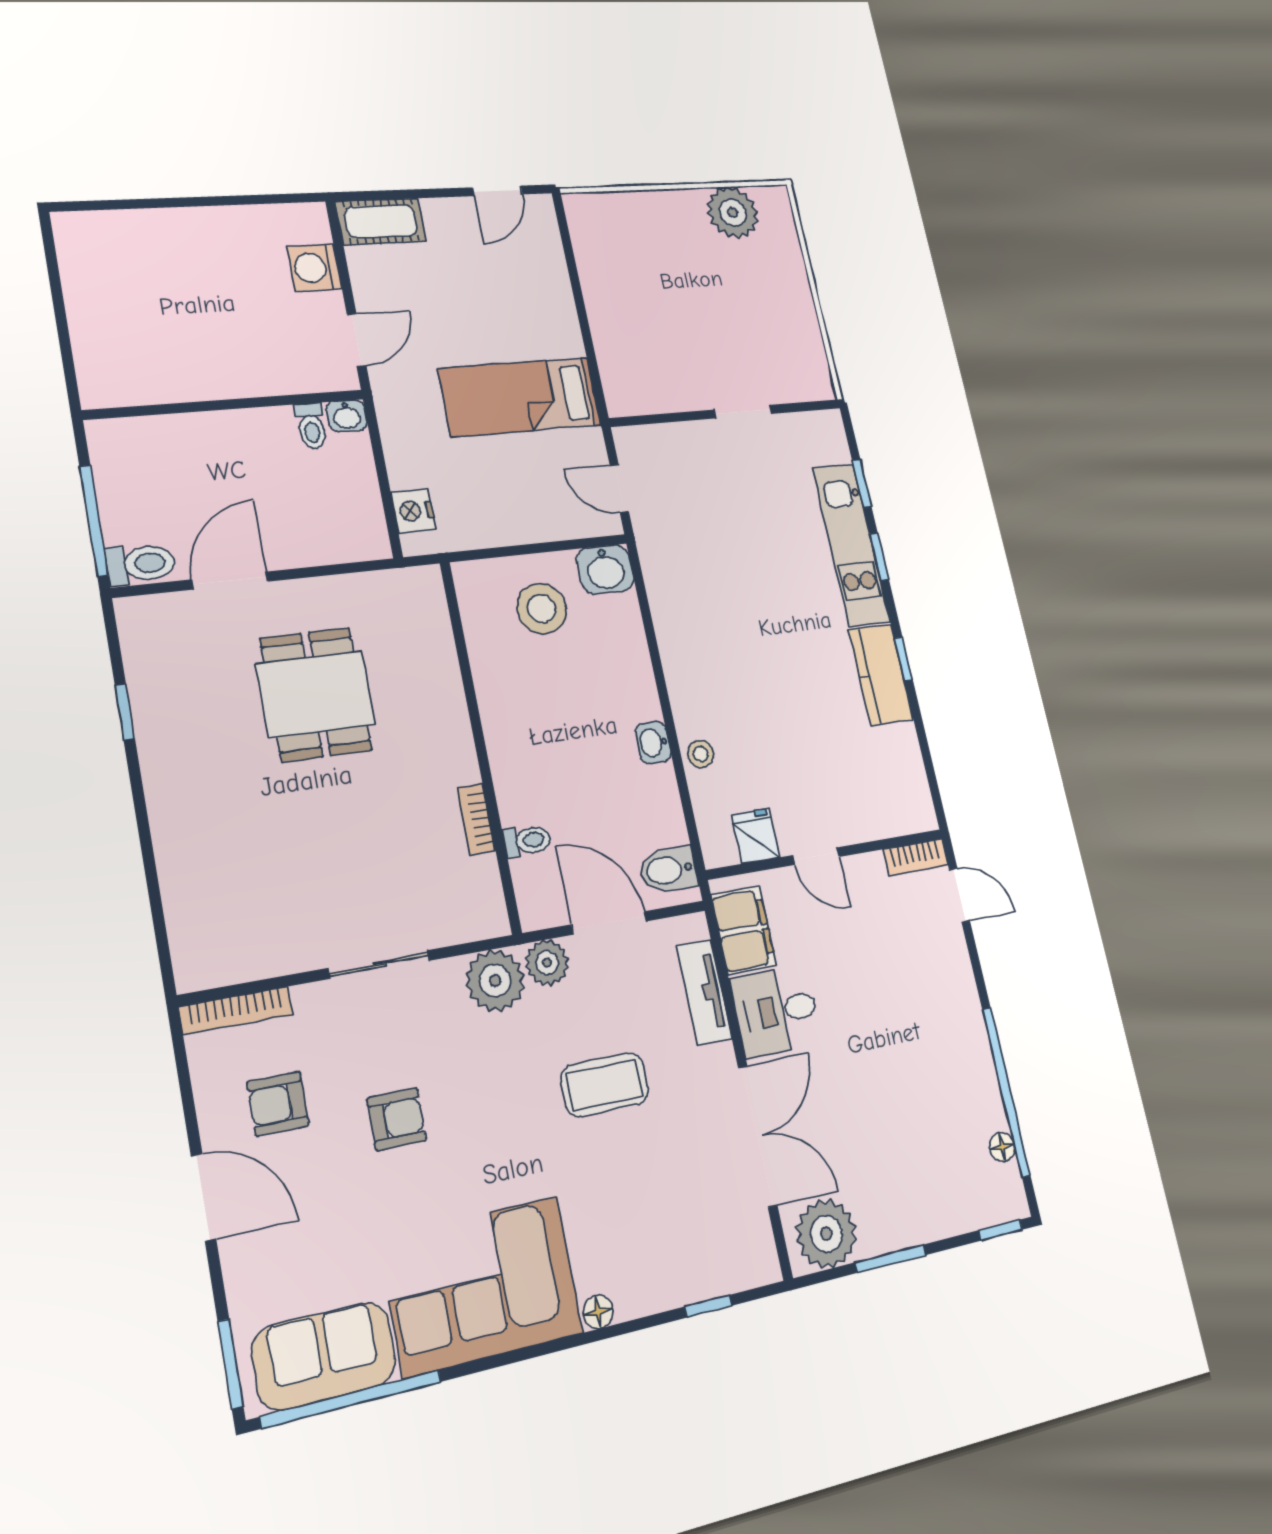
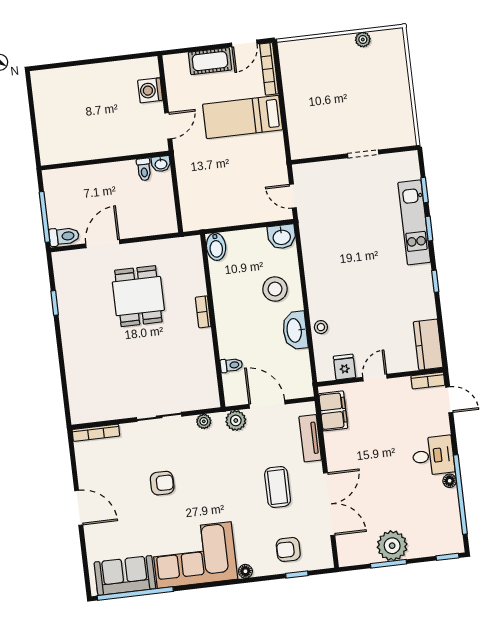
plant: (733, 212) -> (363, 40), width x0.53, depth x0.53
cot: (381, 221) -> (210, 61), moved
bookcase: (550, 242) -> (269, 69), added
bed: (520, 397) -> (243, 117), moved
nightstand: (413, 511) -> (190, 209), removed
stool: (542, 609) -> (275, 289), moved
kitchen counter: (881, 675) -> (428, 345), moved
washbasin: (653, 743) -> (295, 330), width x1.91, depth x1.45
bookcase: (476, 820) -> (203, 312), moved
door: (816, 856) -> (375, 378), swing flipped
bidet: (668, 870) -> (216, 247), moved, turned -90
plant: (495, 981) -> (204, 421), width x0.53, depth x0.53
desk: (776, 1011) -> (433, 456), moved, turned 180
coffee table: (605, 1085) -> (278, 487), moved, turned 90
armchair: (278, 1104) -> (288, 549), moved
floor lamp: (1002, 1147) -> (450, 481), moved
plant: (826, 1234) -> (392, 546), moved
window: (231, 1364) -> (86, 574), removed

